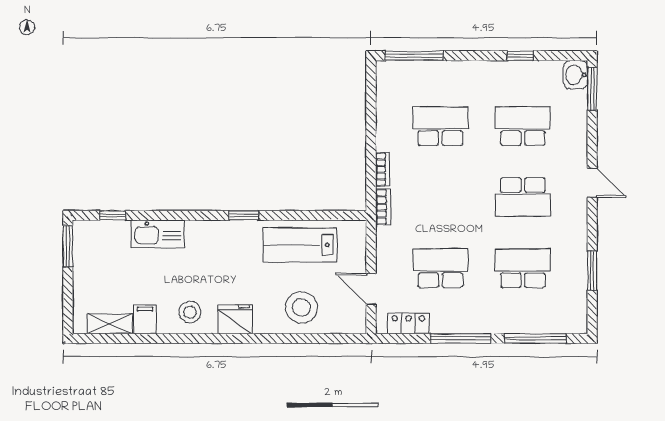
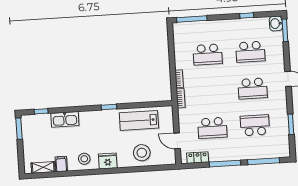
school desk: (440, 126) -> (208, 54), turned 180
school desk: (523, 126) -> (250, 52), turned 180
school desk: (440, 268) -> (212, 128), turned 180

